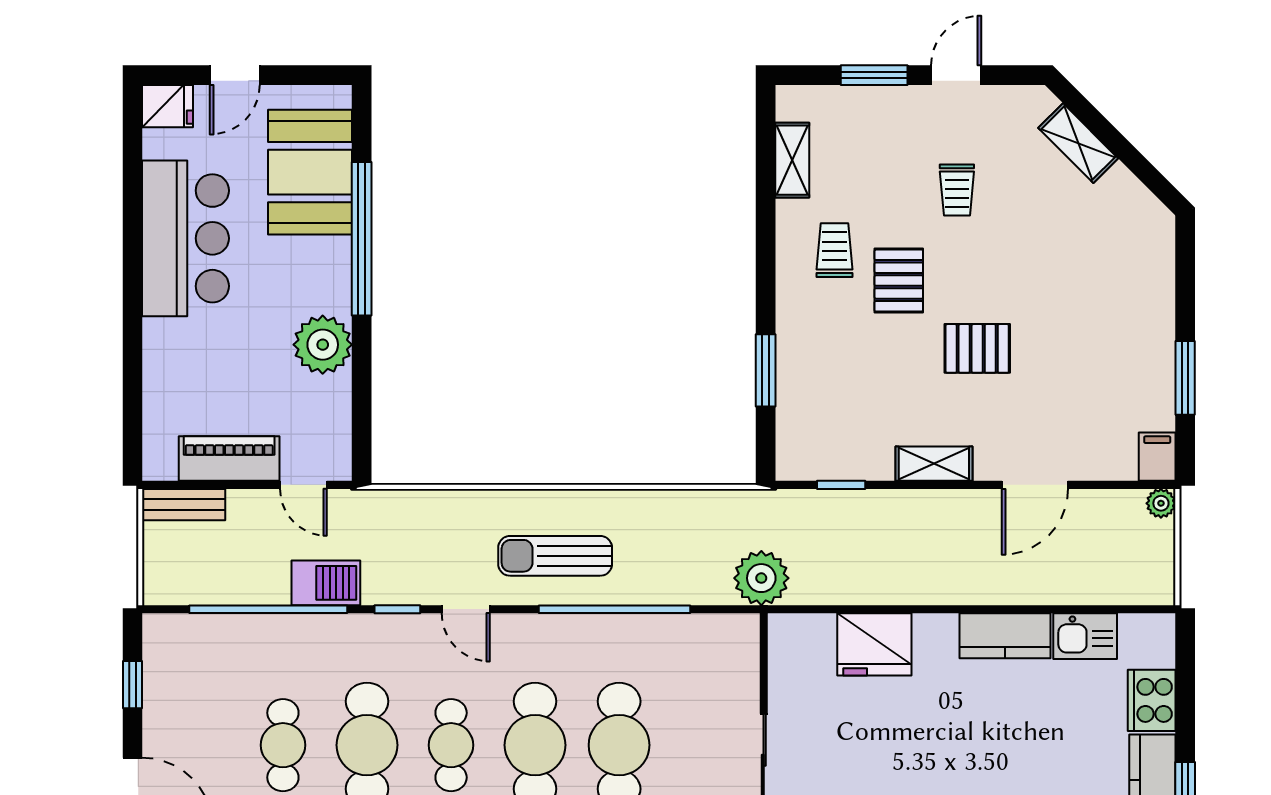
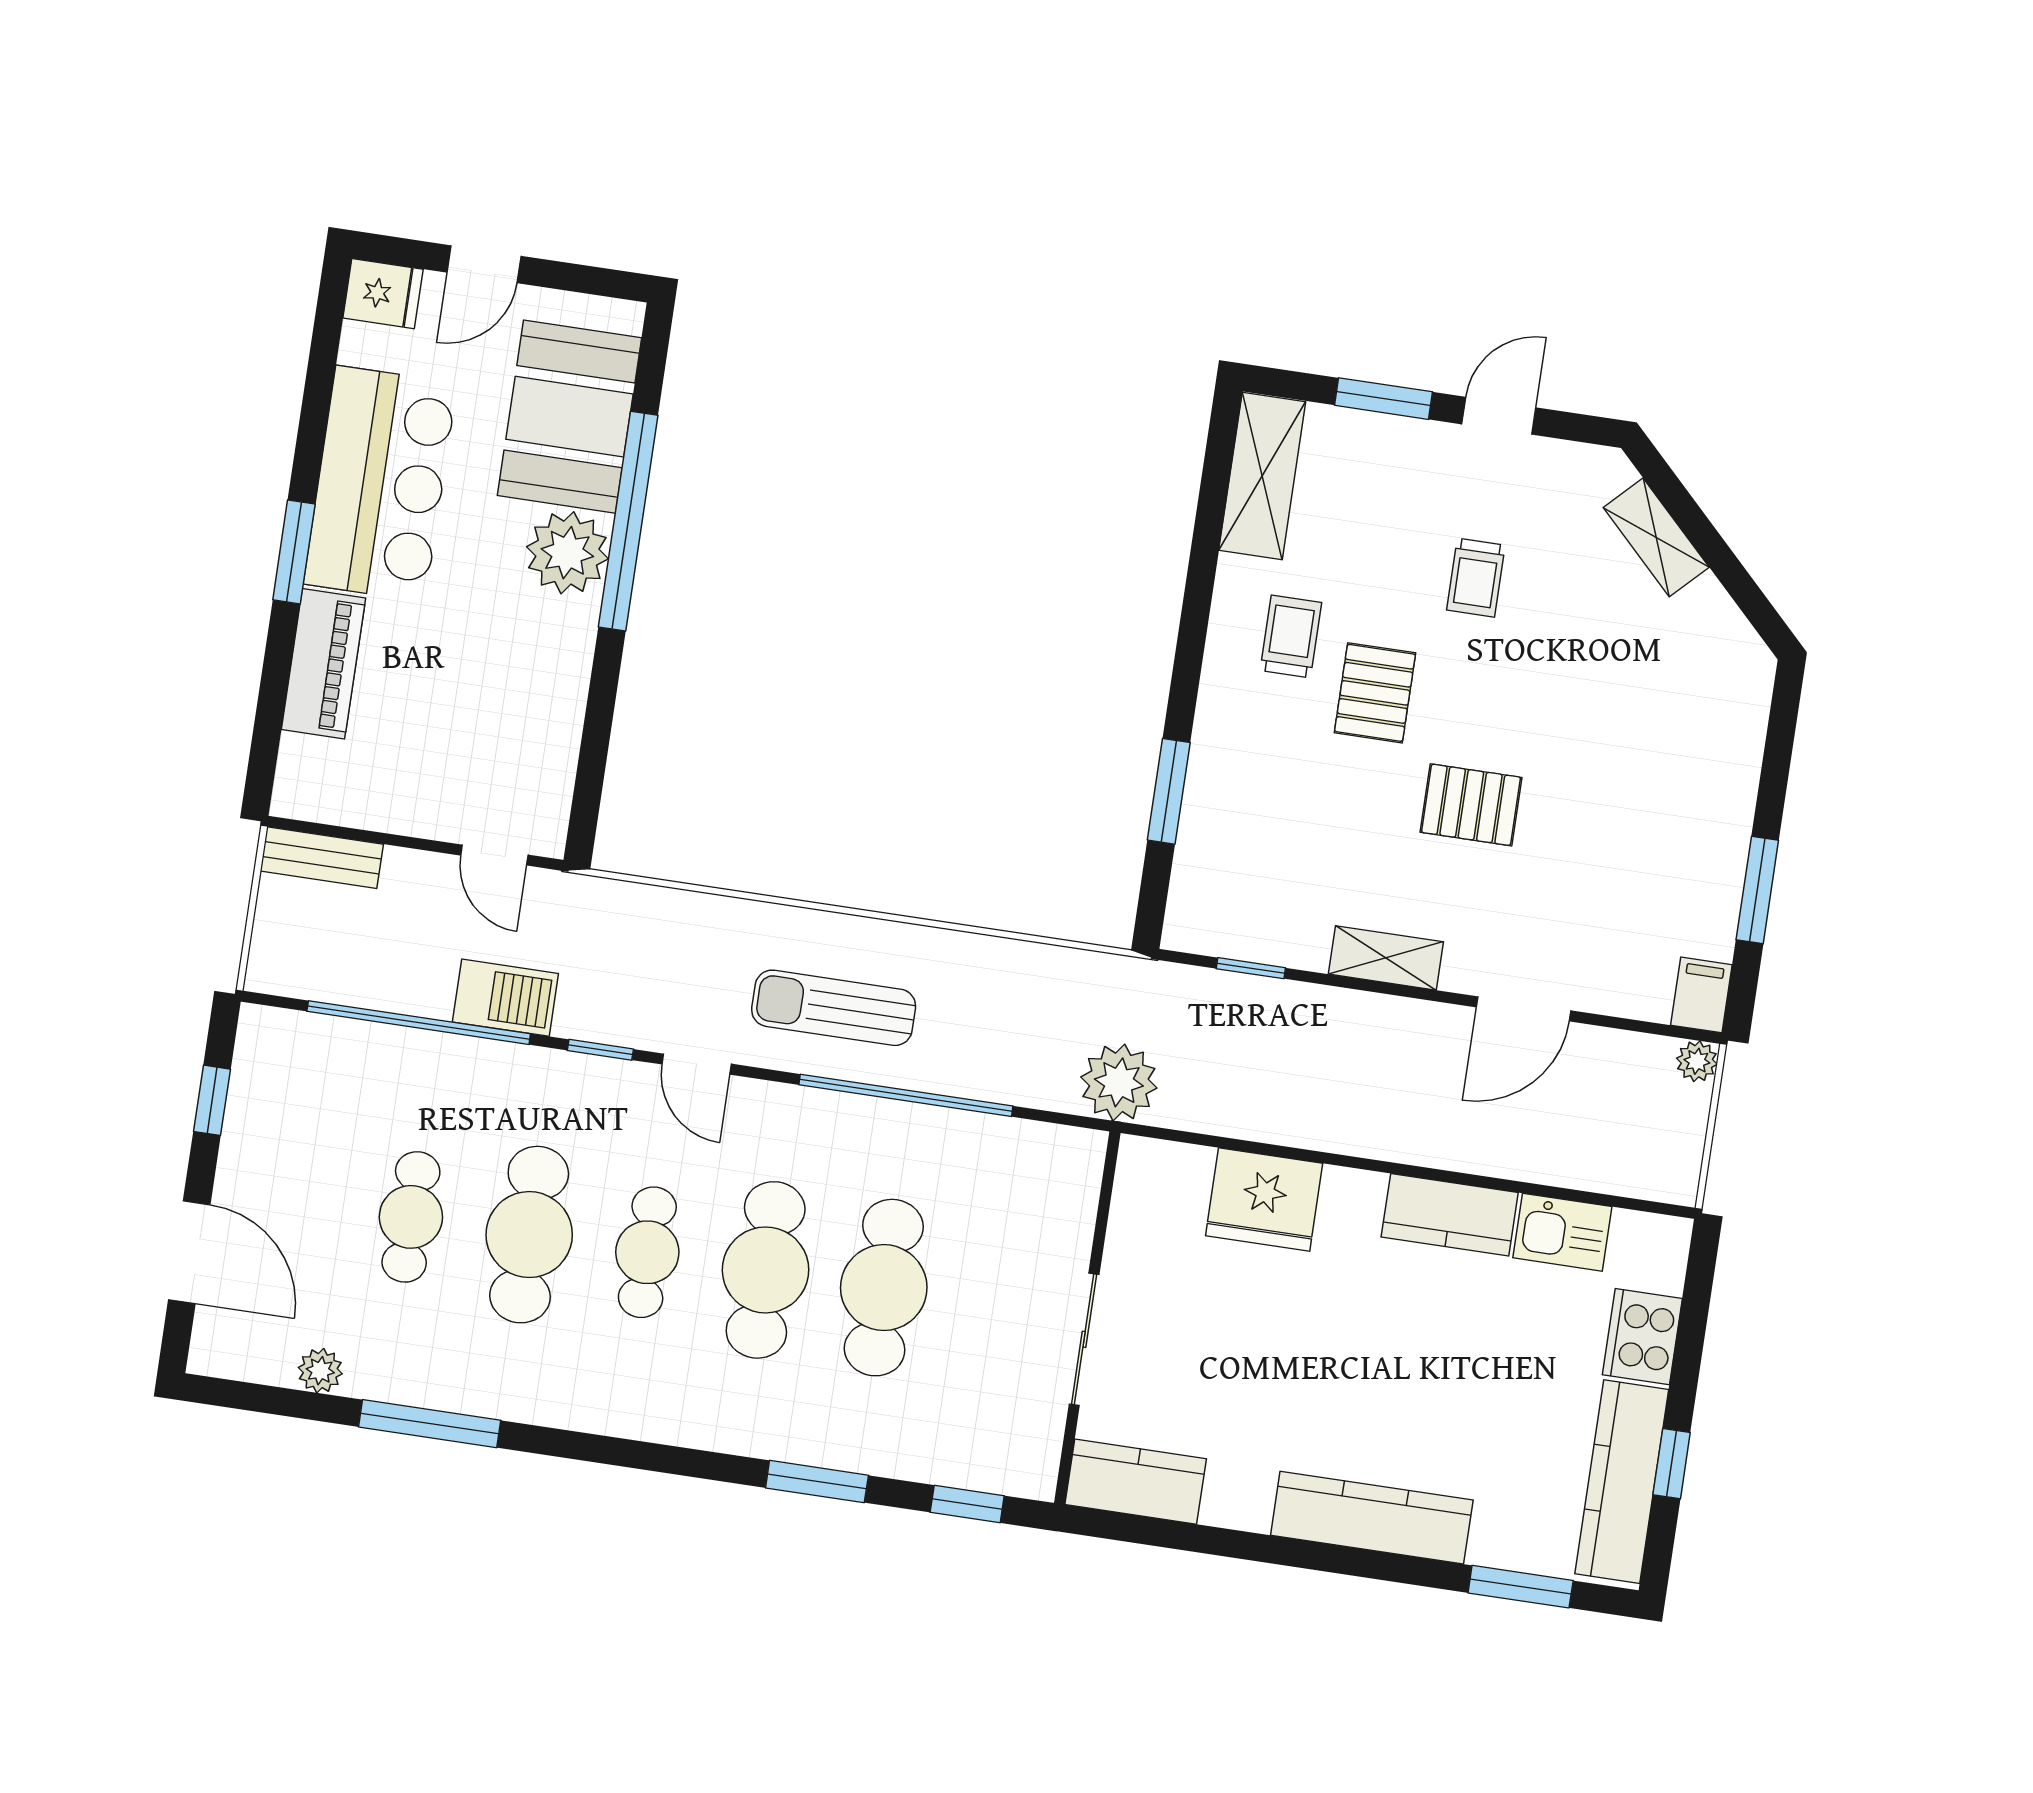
shelving: (792, 160) -> (1262, 476), width x1.50, depth x1.33
window: (132, 295) -> (294, 552), added
plant: (323, 345) -> (567, 553), moved
piano: (229, 459) -> (323, 664), moved, turned 90

